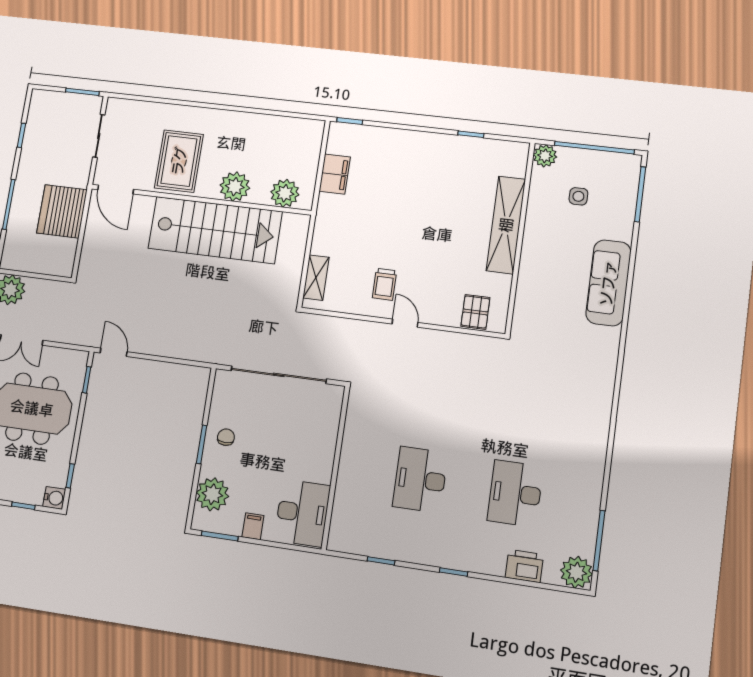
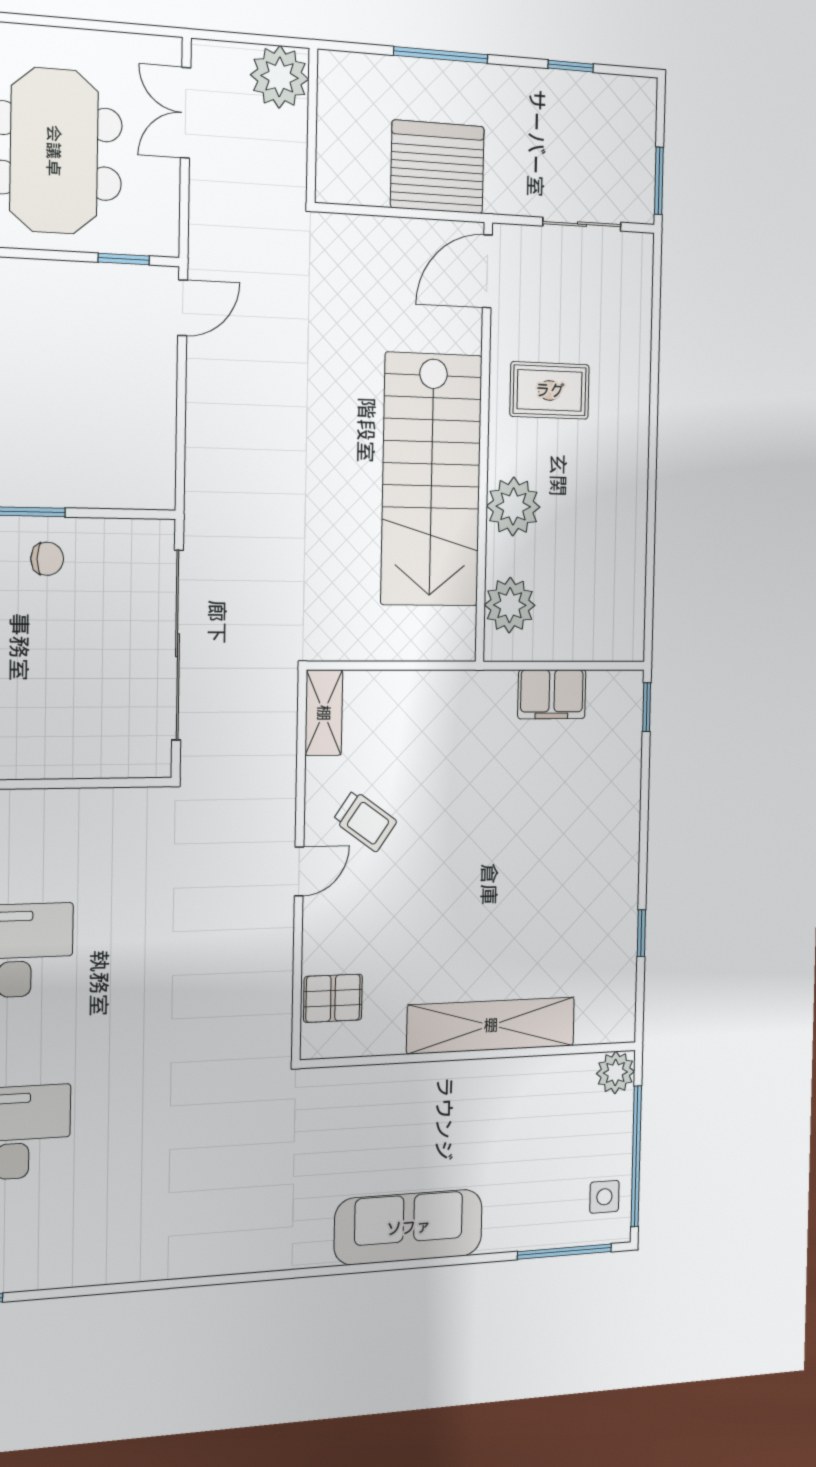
rug: (179, 161) -> (550, 390), width x0.73, depth x0.70
side table: (578, 196) -> (604, 1197), moved
shelving: (316, 278) -> (324, 713), moved, turned 90
trolley: (384, 284) -> (365, 821), turned -145

